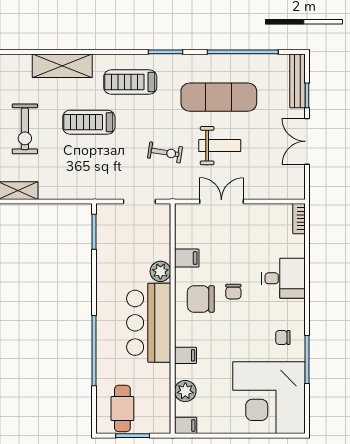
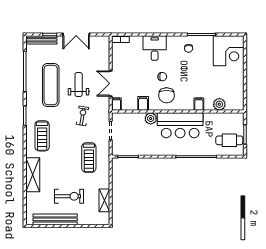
treadmill: (89, 122) -> (89, 158), moved
corner desk: (269, 398) -> (229, 51), width x0.74, depth x0.74
filing cabinet: (186, 425) -> (116, 104), moved

